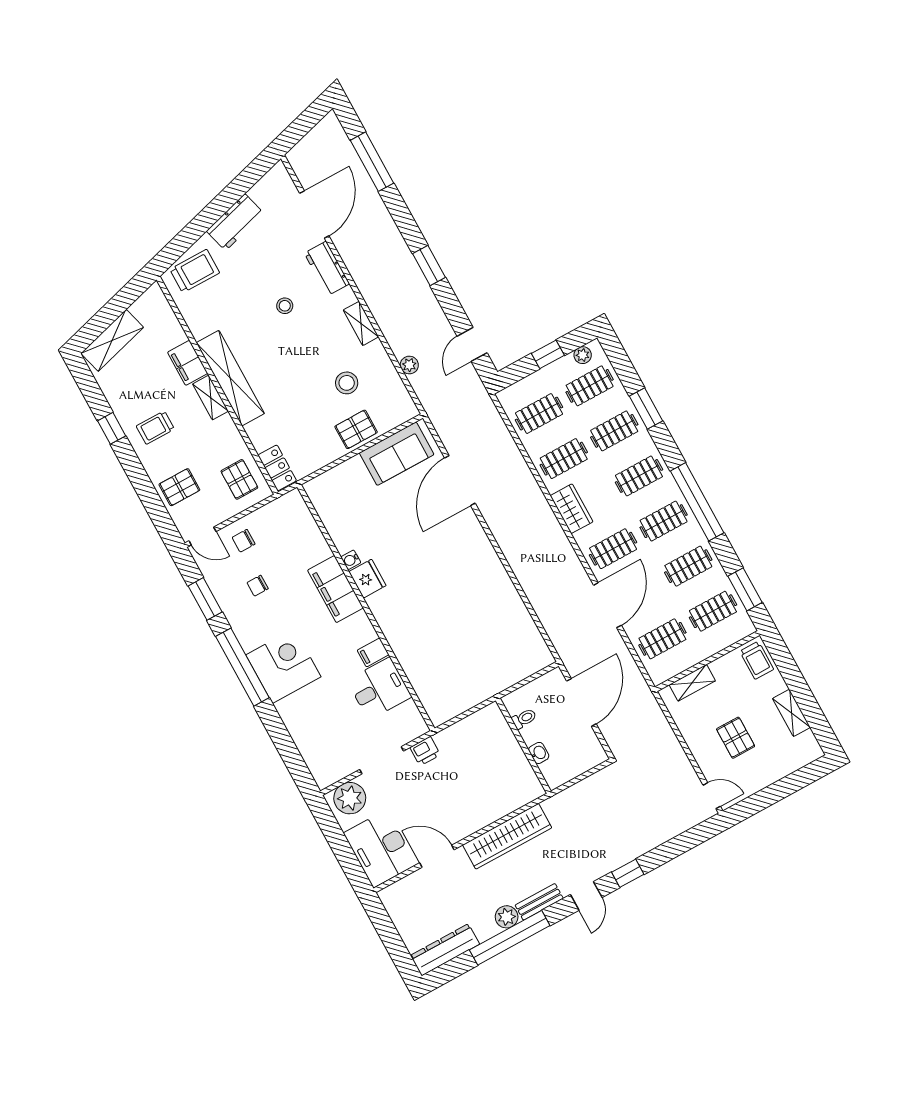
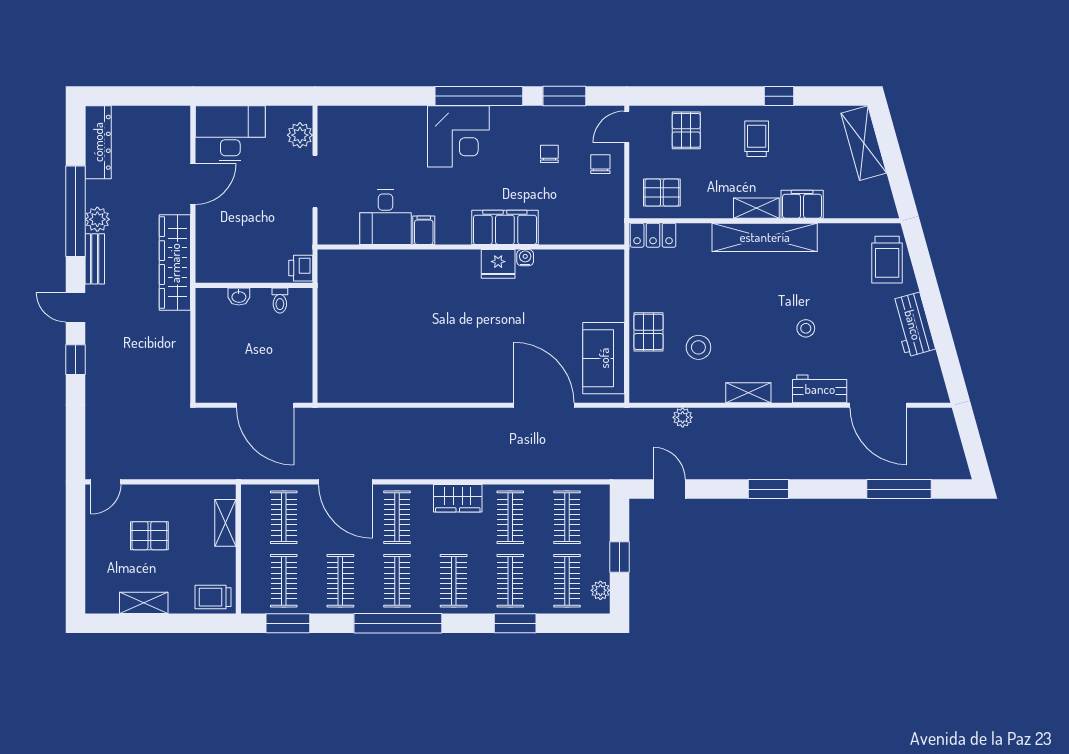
toilet: (524, 719) -> (280, 300), moved
wall: (523, 746) -> (254, 285), moved
printer: (425, 751) -> (301, 268), moved
washbasin: (539, 753) -> (239, 296), moved
plant: (350, 798) -> (300, 135), width x0.73, depth x0.73

